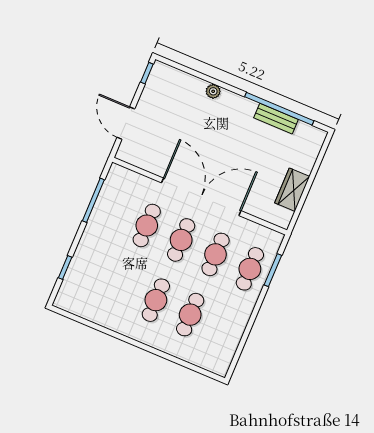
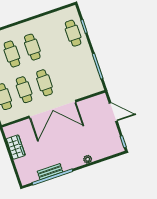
cafe table: (147, 225) -> (73, 33), moved

